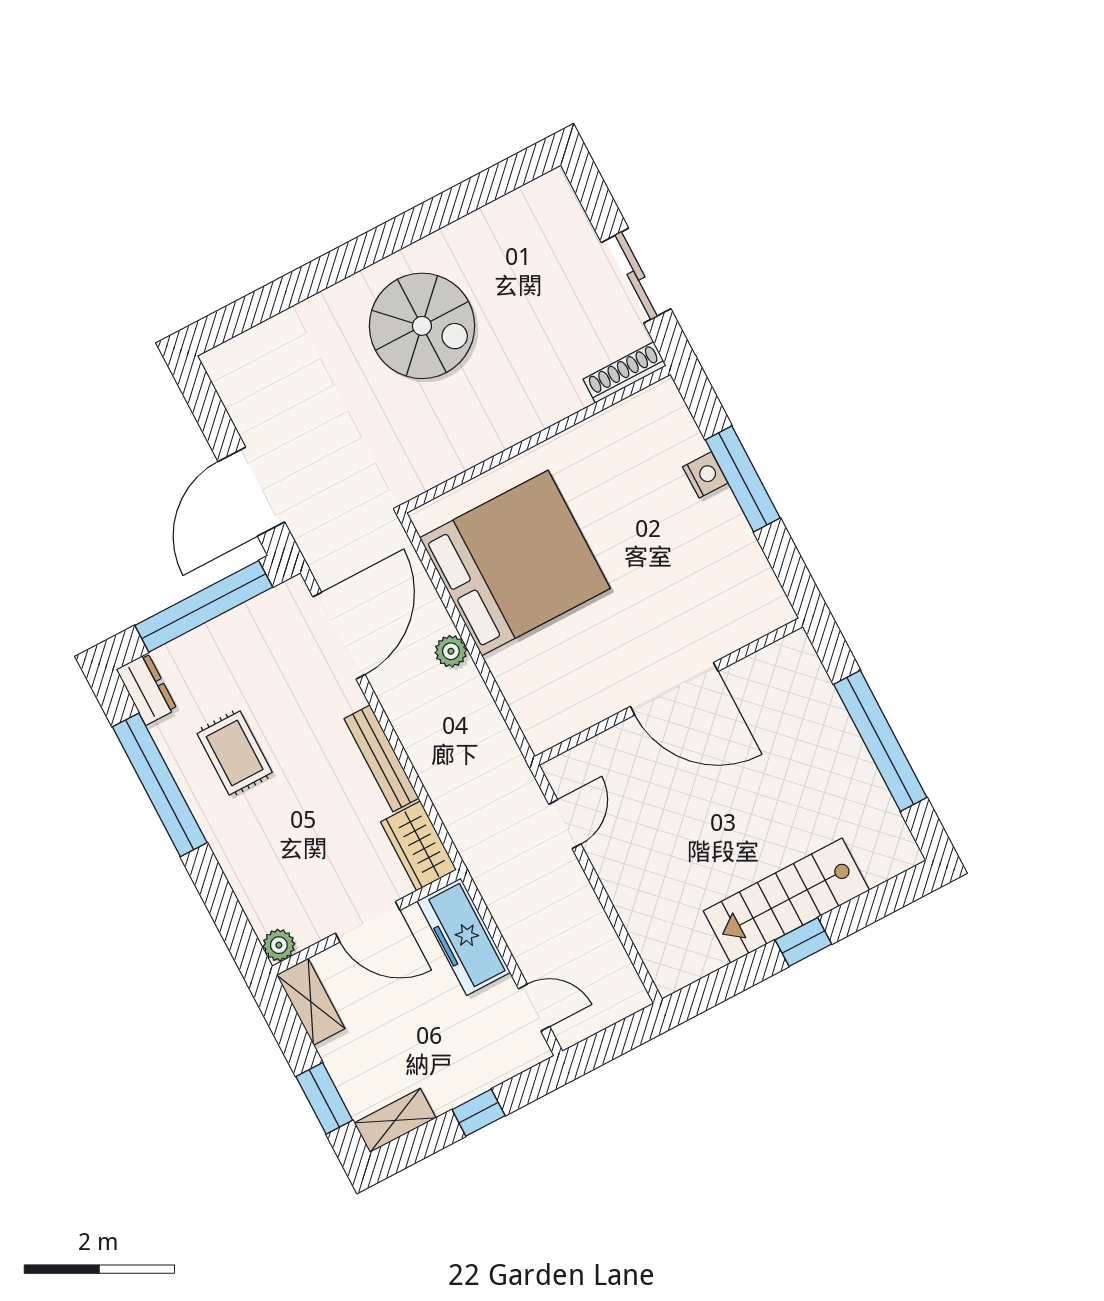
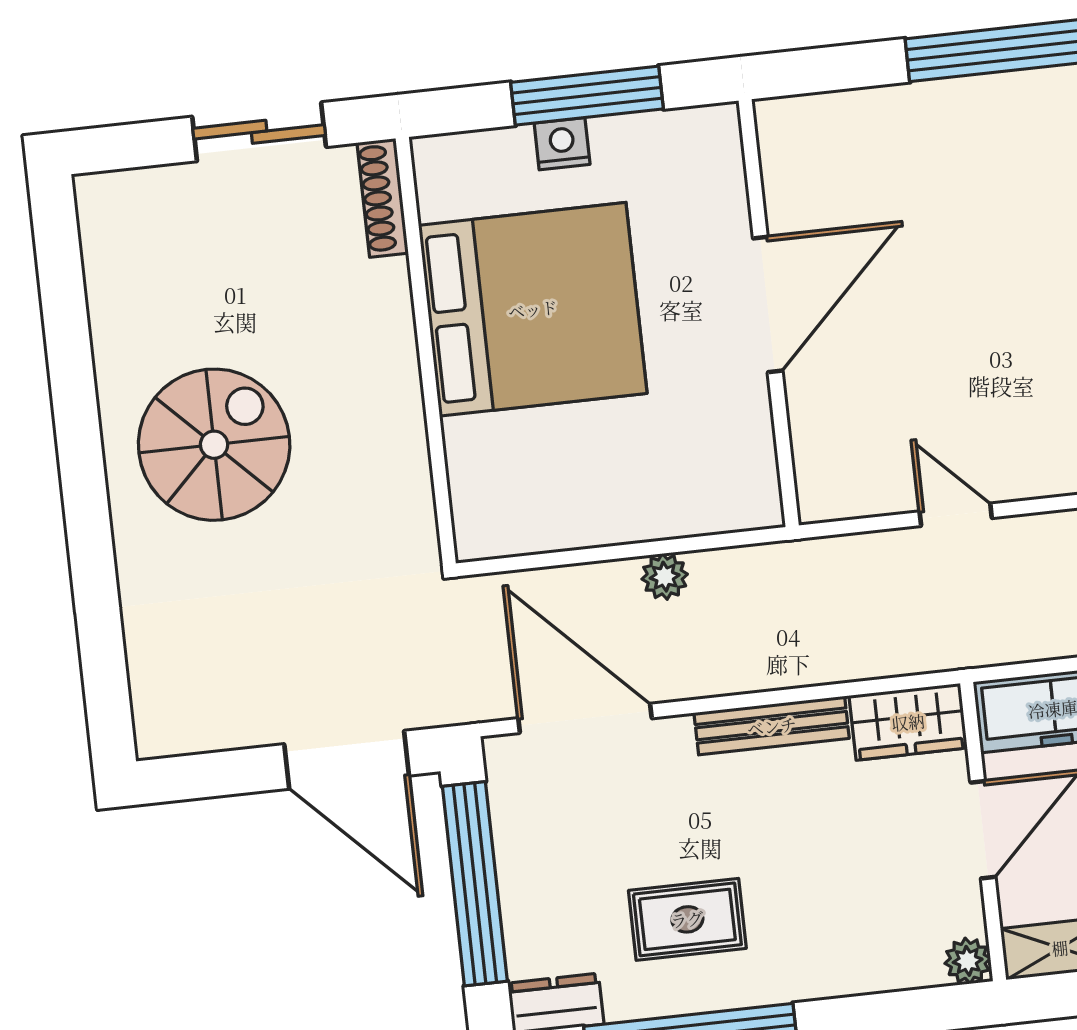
bed: (515, 563) -> (533, 309), moved, turned 90
door: (674, 689) -> (768, 304), moved
wall: (669, 692) -> (769, 313), moved

